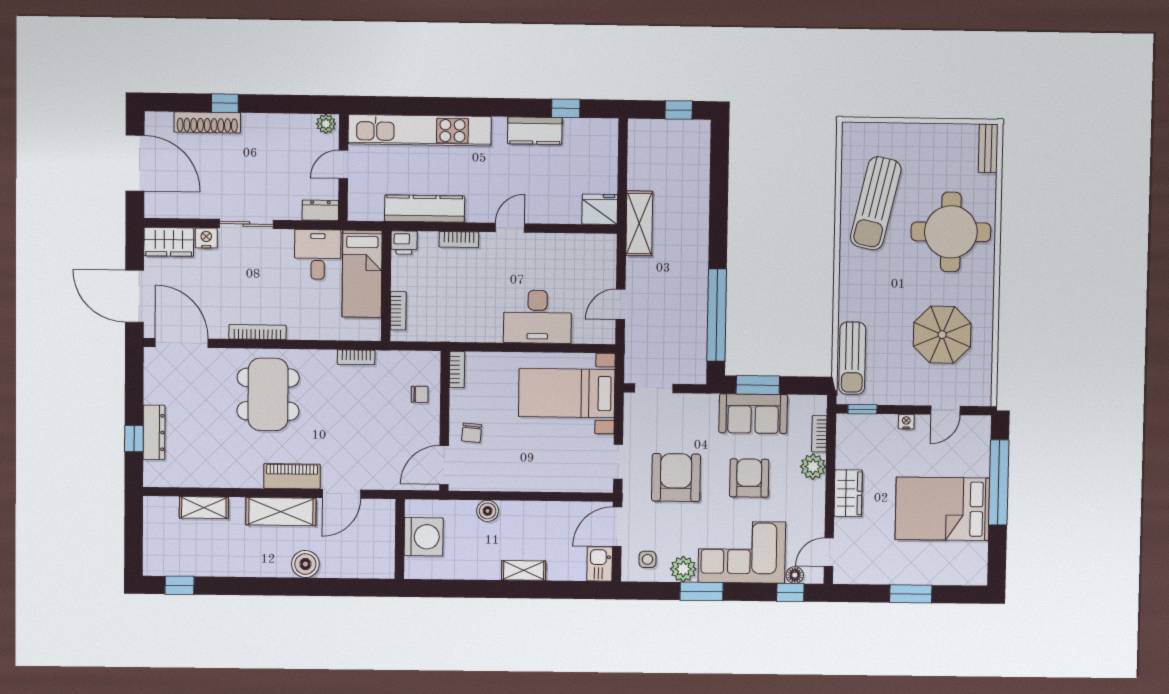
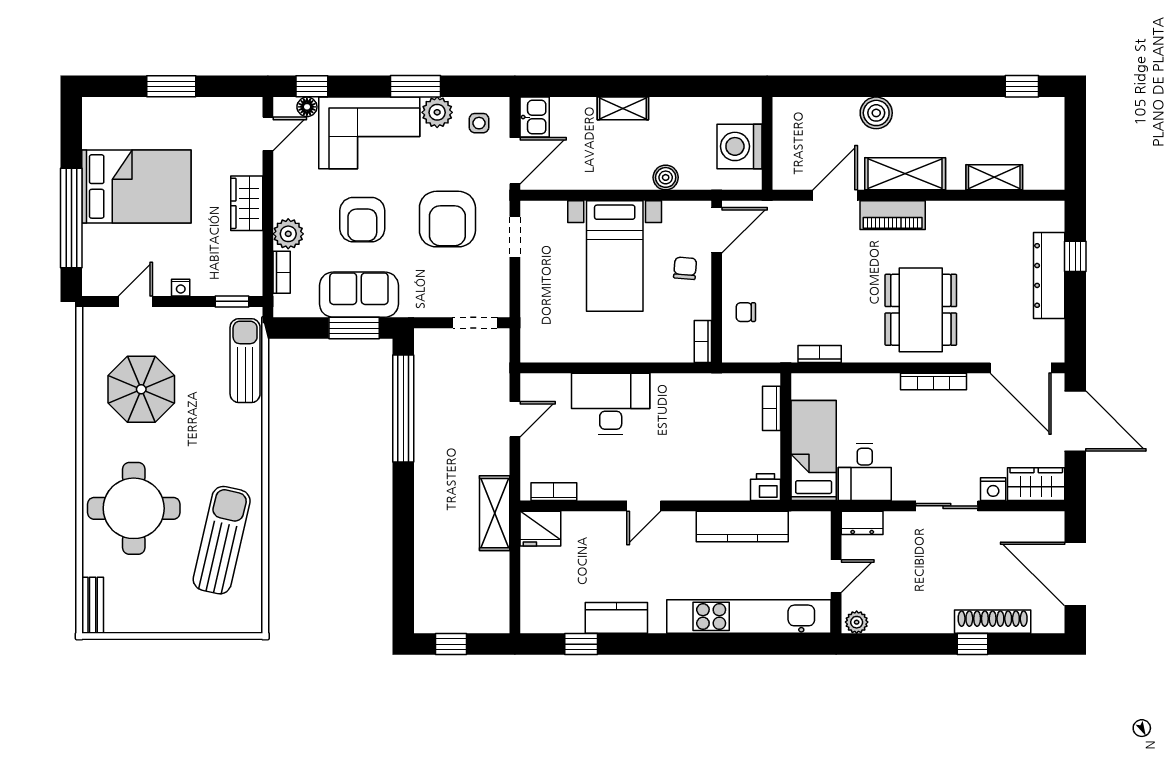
bookcase: (459, 239) -> (554, 492), moved
bed with nightstands: (567, 393) -> (615, 256), moved, turned 90
dresser: (154, 432) -> (1049, 275), width x1.37, depth x1.24

